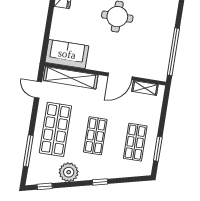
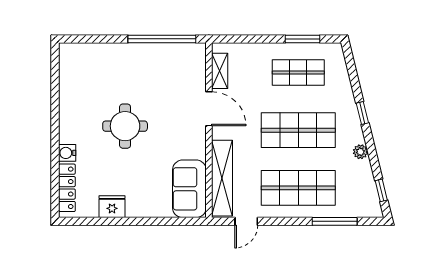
shop shelf: (95, 136) -> (298, 130), width x1.43, depth x1.36
plant: (69, 172) -> (360, 152), width x0.53, depth x0.53

